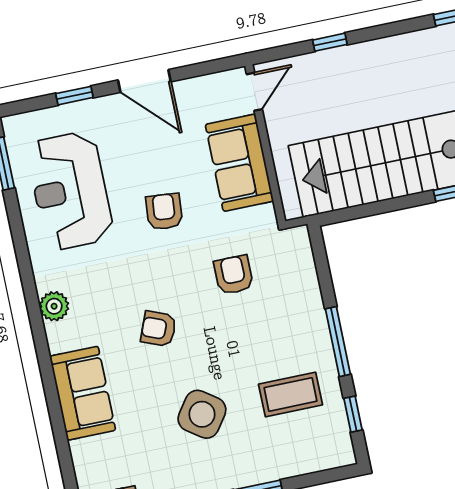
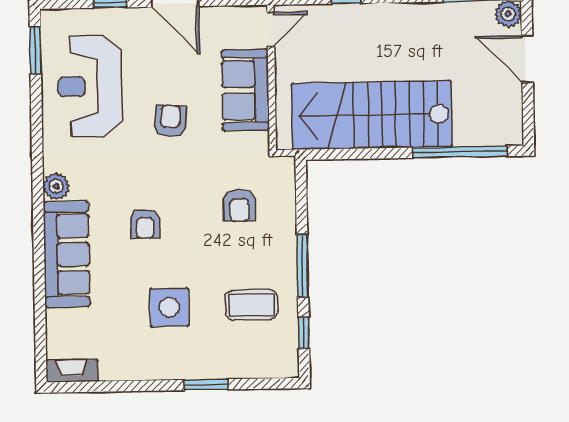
armchair: (234, 275) -> (239, 206), moved, turned 180
armchair: (158, 329) -> (145, 224), turned -112
sofa: (83, 393) -> (67, 254), width x1.36
side table: (202, 414) -> (169, 307), turned -35

